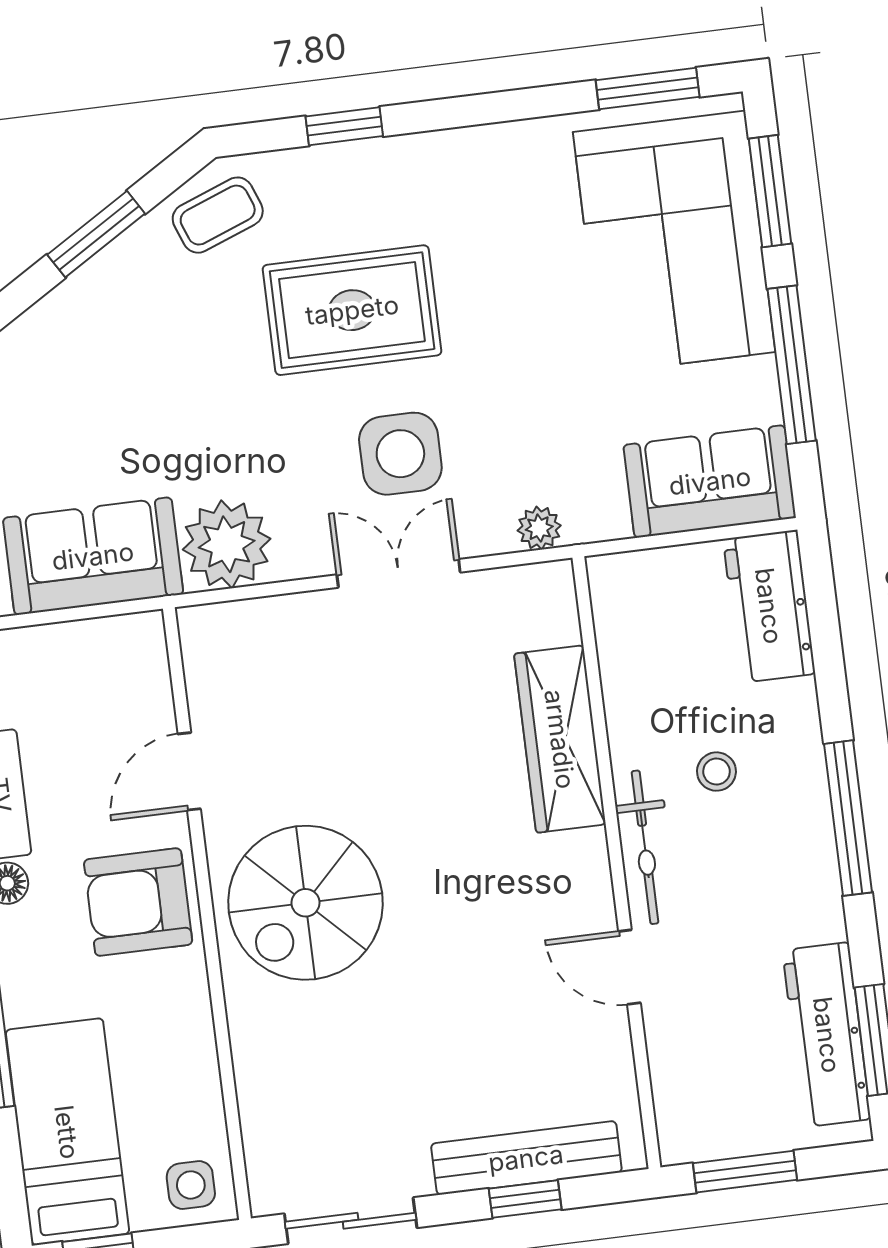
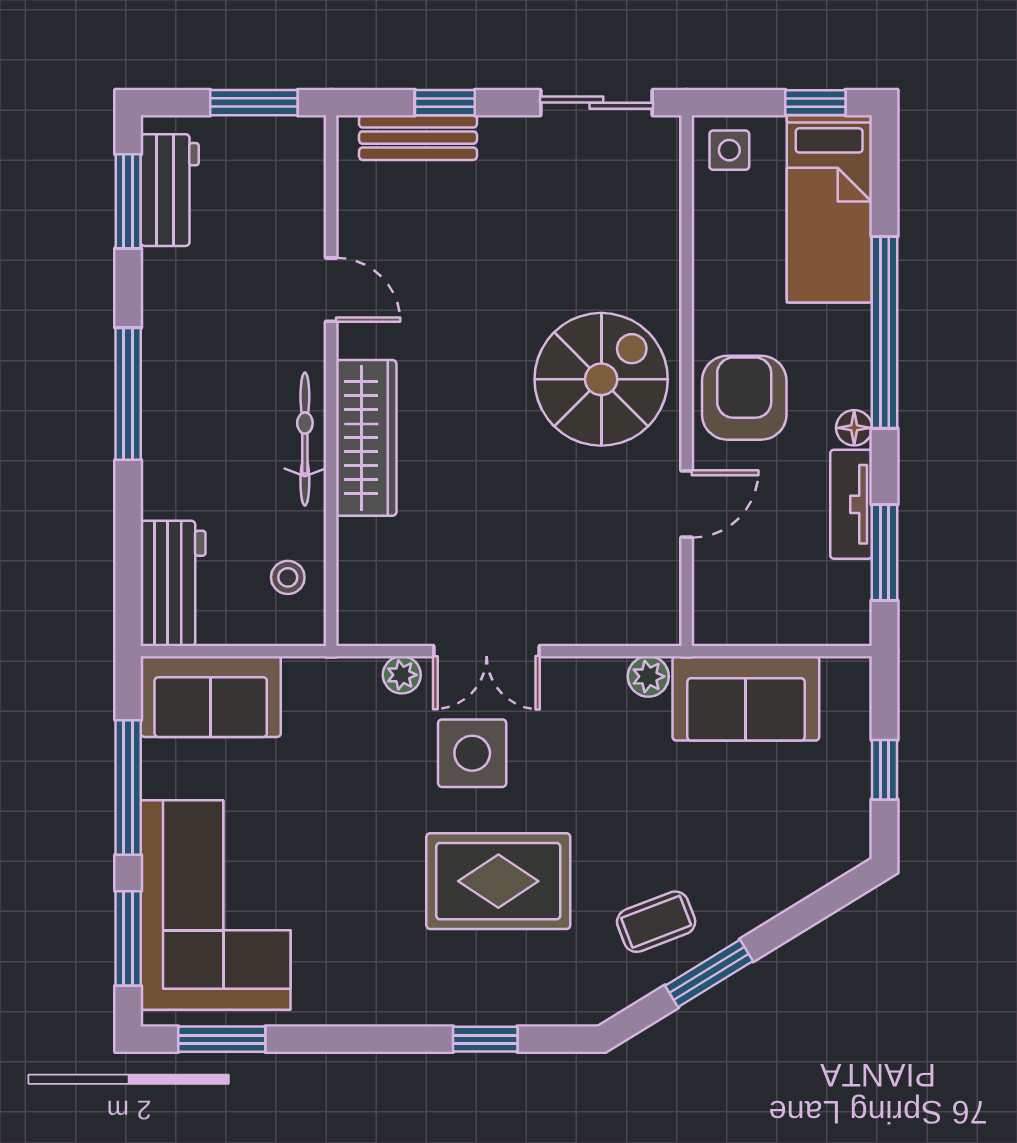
coffee table: (218, 215) -> (656, 922), moved
plant: (539, 528) -> (402, 675), moved
plant: (227, 544) -> (648, 676), width x0.53, depth x0.53
wardrobe: (560, 739) -> (366, 438), moved
stool: (716, 772) -> (288, 577), moved
bicycle: (645, 847) -> (305, 439), moved
armchair: (138, 902) -> (744, 398), turned -90
workbench: (827, 1035) -> (170, 190), width x0.73
bench: (526, 1158) -> (418, 138), width x0.73

